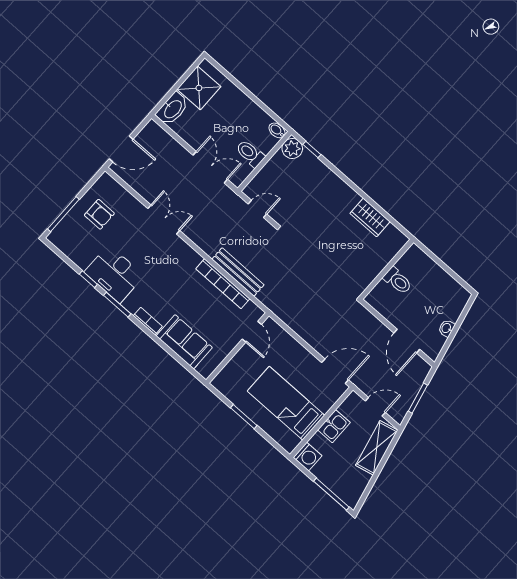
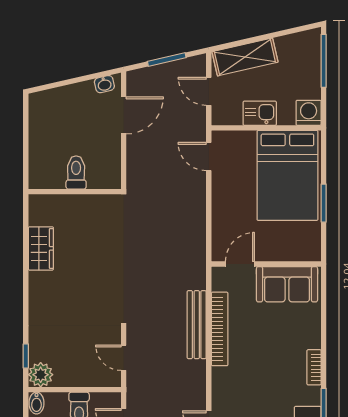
washbasin: (447, 328) -> (104, 84), moved
sofa: (184, 342) -> (287, 284), moved, turned -90
door: (335, 371) -> (209, 157), width x0.73
bed: (286, 403) -> (287, 175), width x1.50

